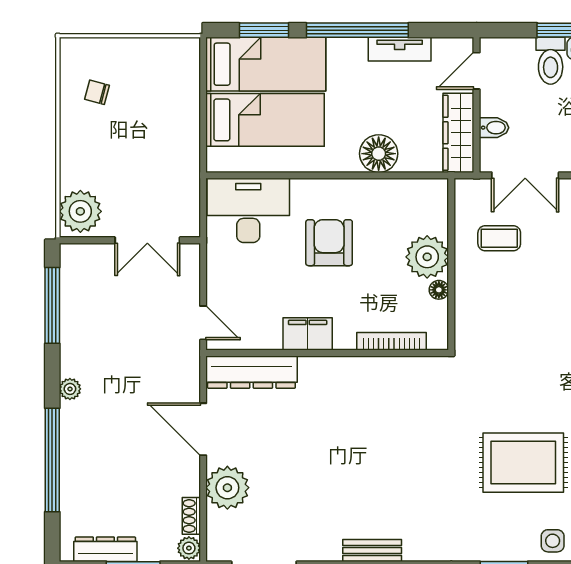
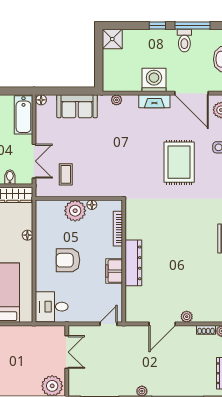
floor lamp: (379, 154) -> (27, 235), width x0.53, depth x0.53
desk: (248, 210) -> (52, 307), width x0.73
dresser: (251, 372) -> (133, 263), moved
plant: (227, 488) -> (187, 317), width x0.53, depth x0.53

